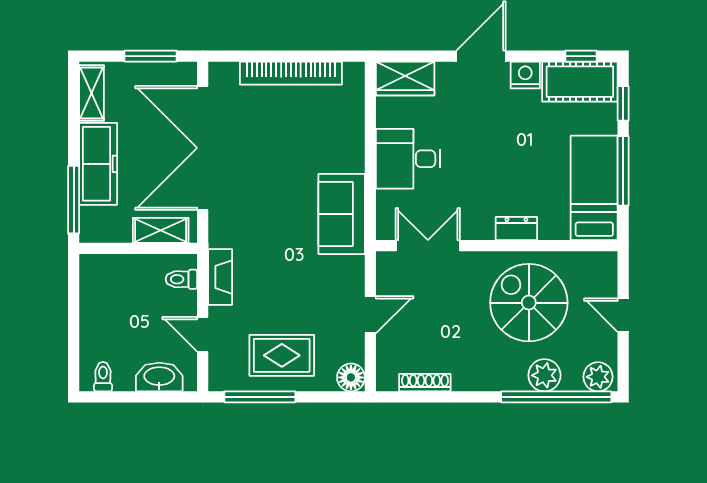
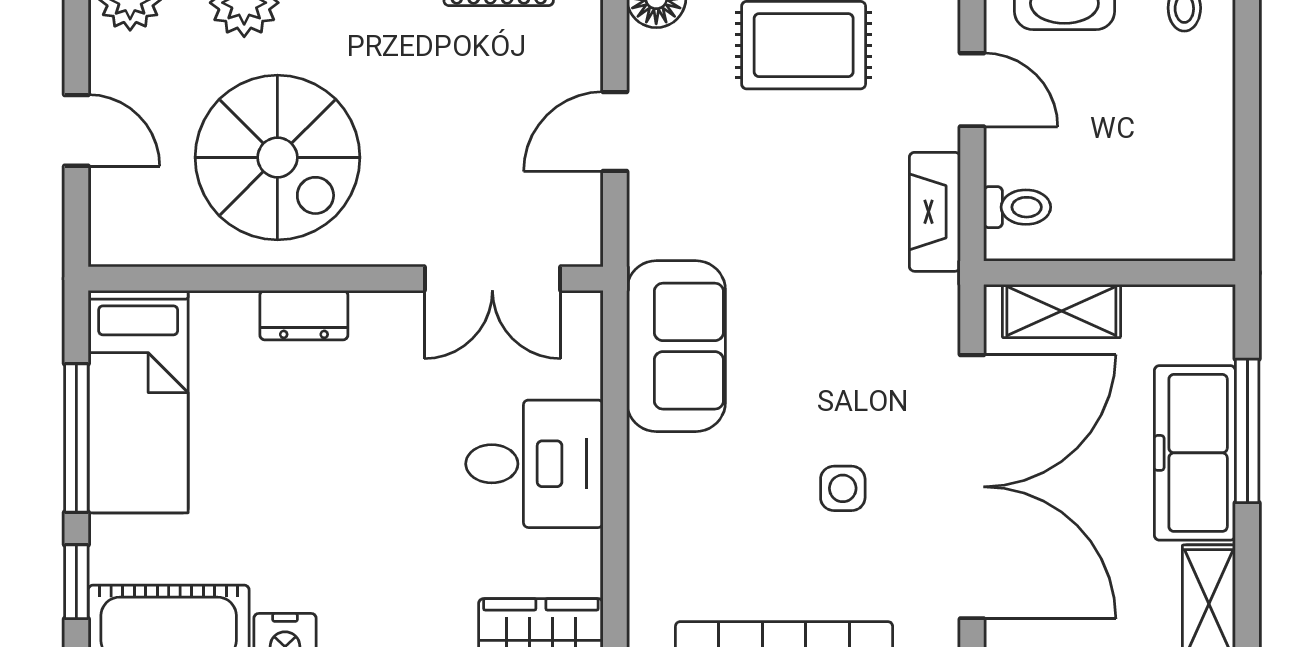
side table: (263, 147) -> (843, 488), added
window: (74, 200) -> (1247, 431), moved

